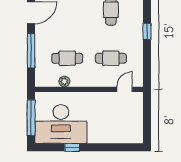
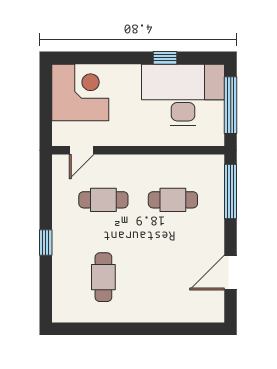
window: (31, 51) -> (231, 192), moved
plant: (64, 81) -> (177, 163), removed
corner desk: (125, 126) -> (80, 92), added

